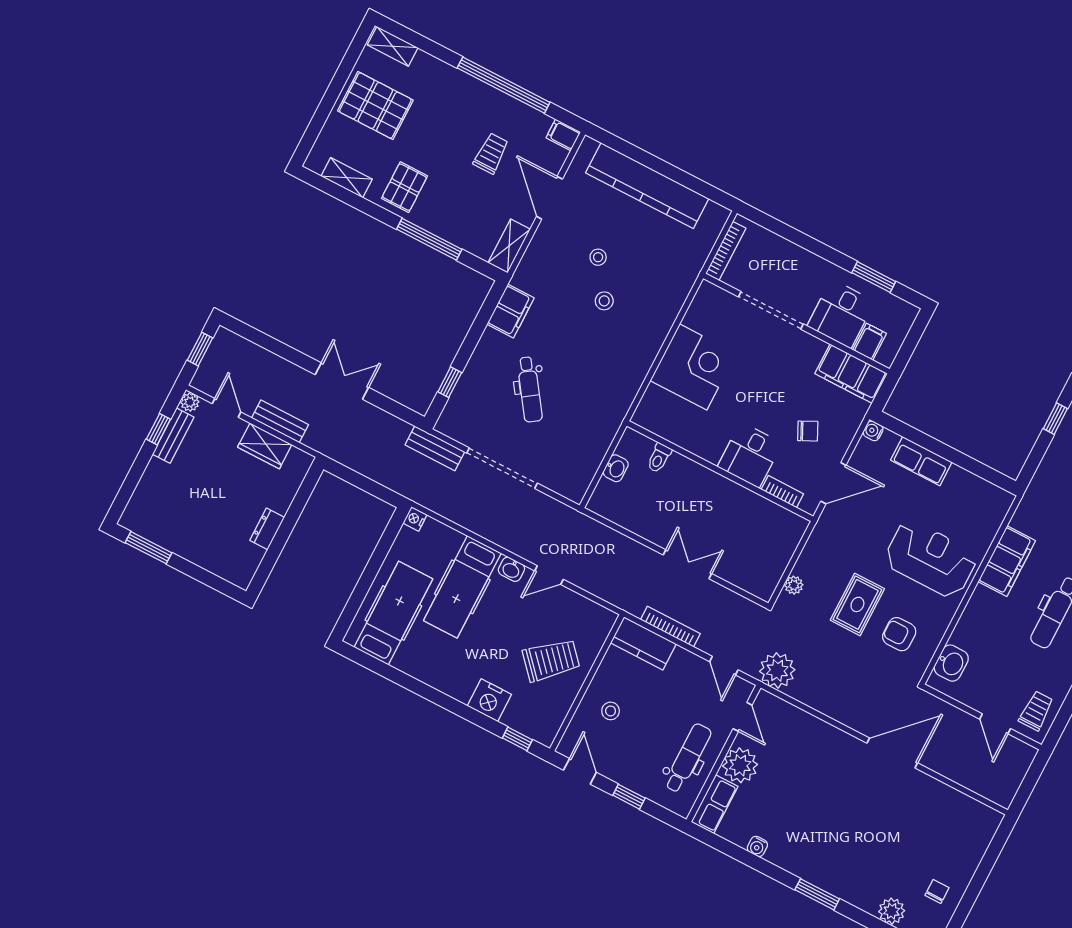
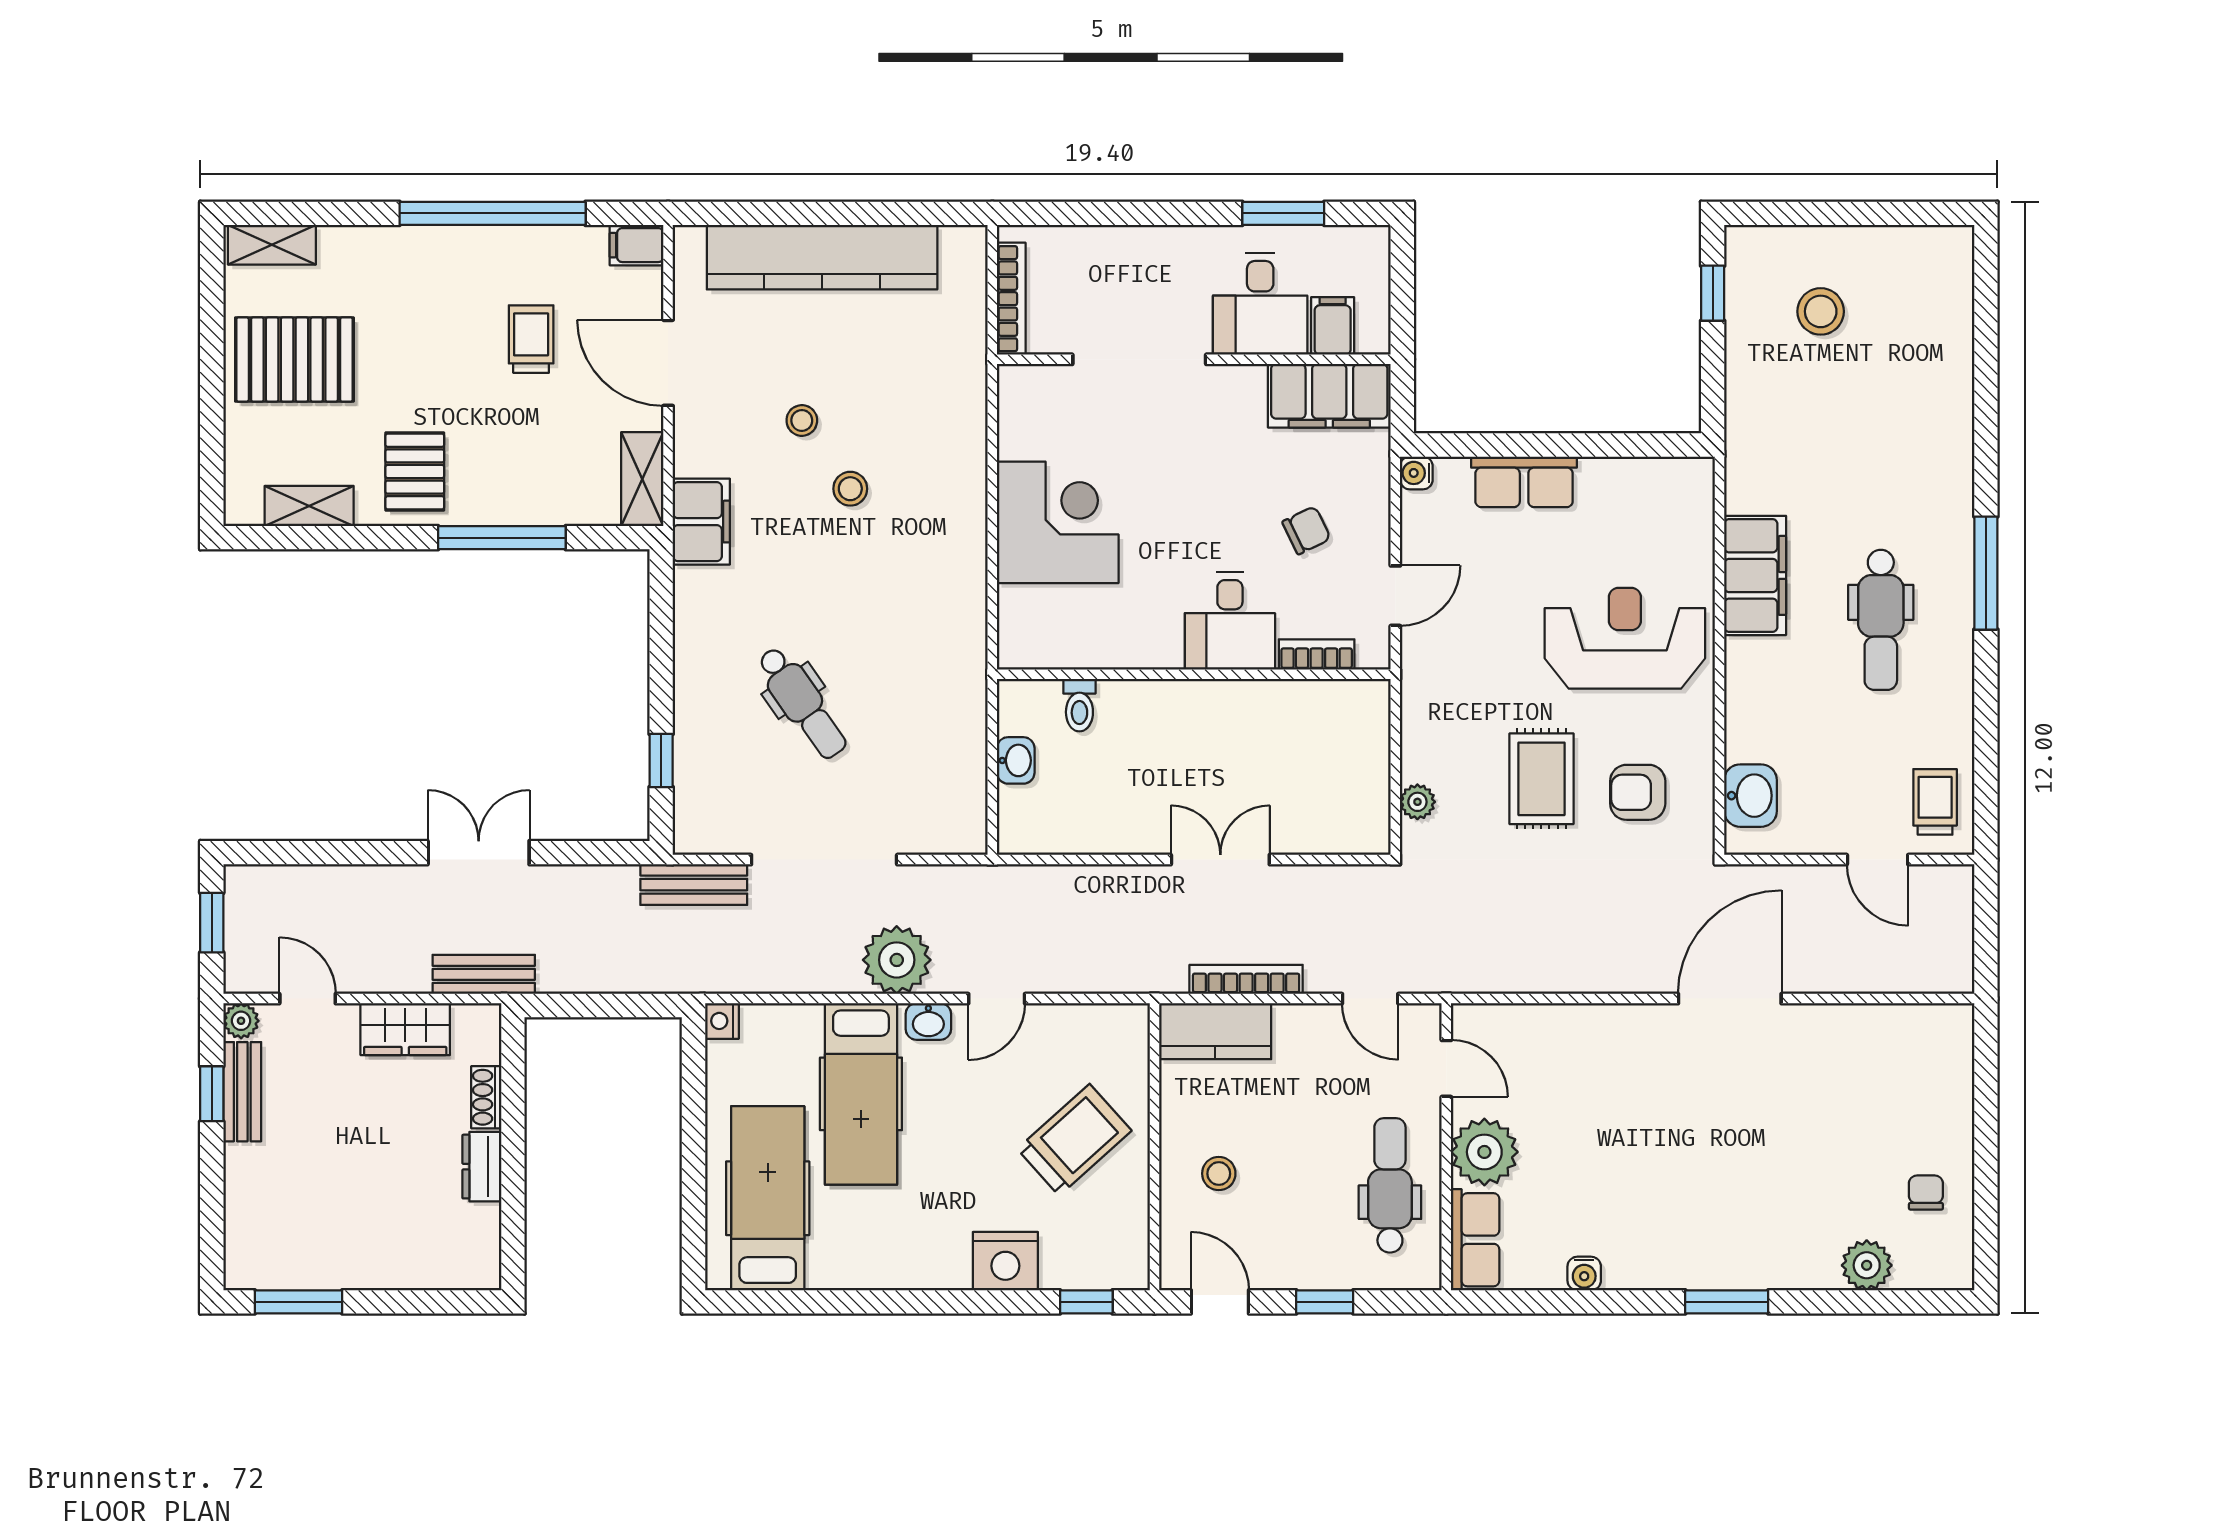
filing cabinet: (510, 311) -> (701, 522), moved
bench: (280, 421) -> (484, 974), moved
door: (833, 483) -> (1395, 596), width x0.73
shoe rack: (286, 497) -> (486, 1097), added
plant: (777, 670) -> (897, 960), moved

